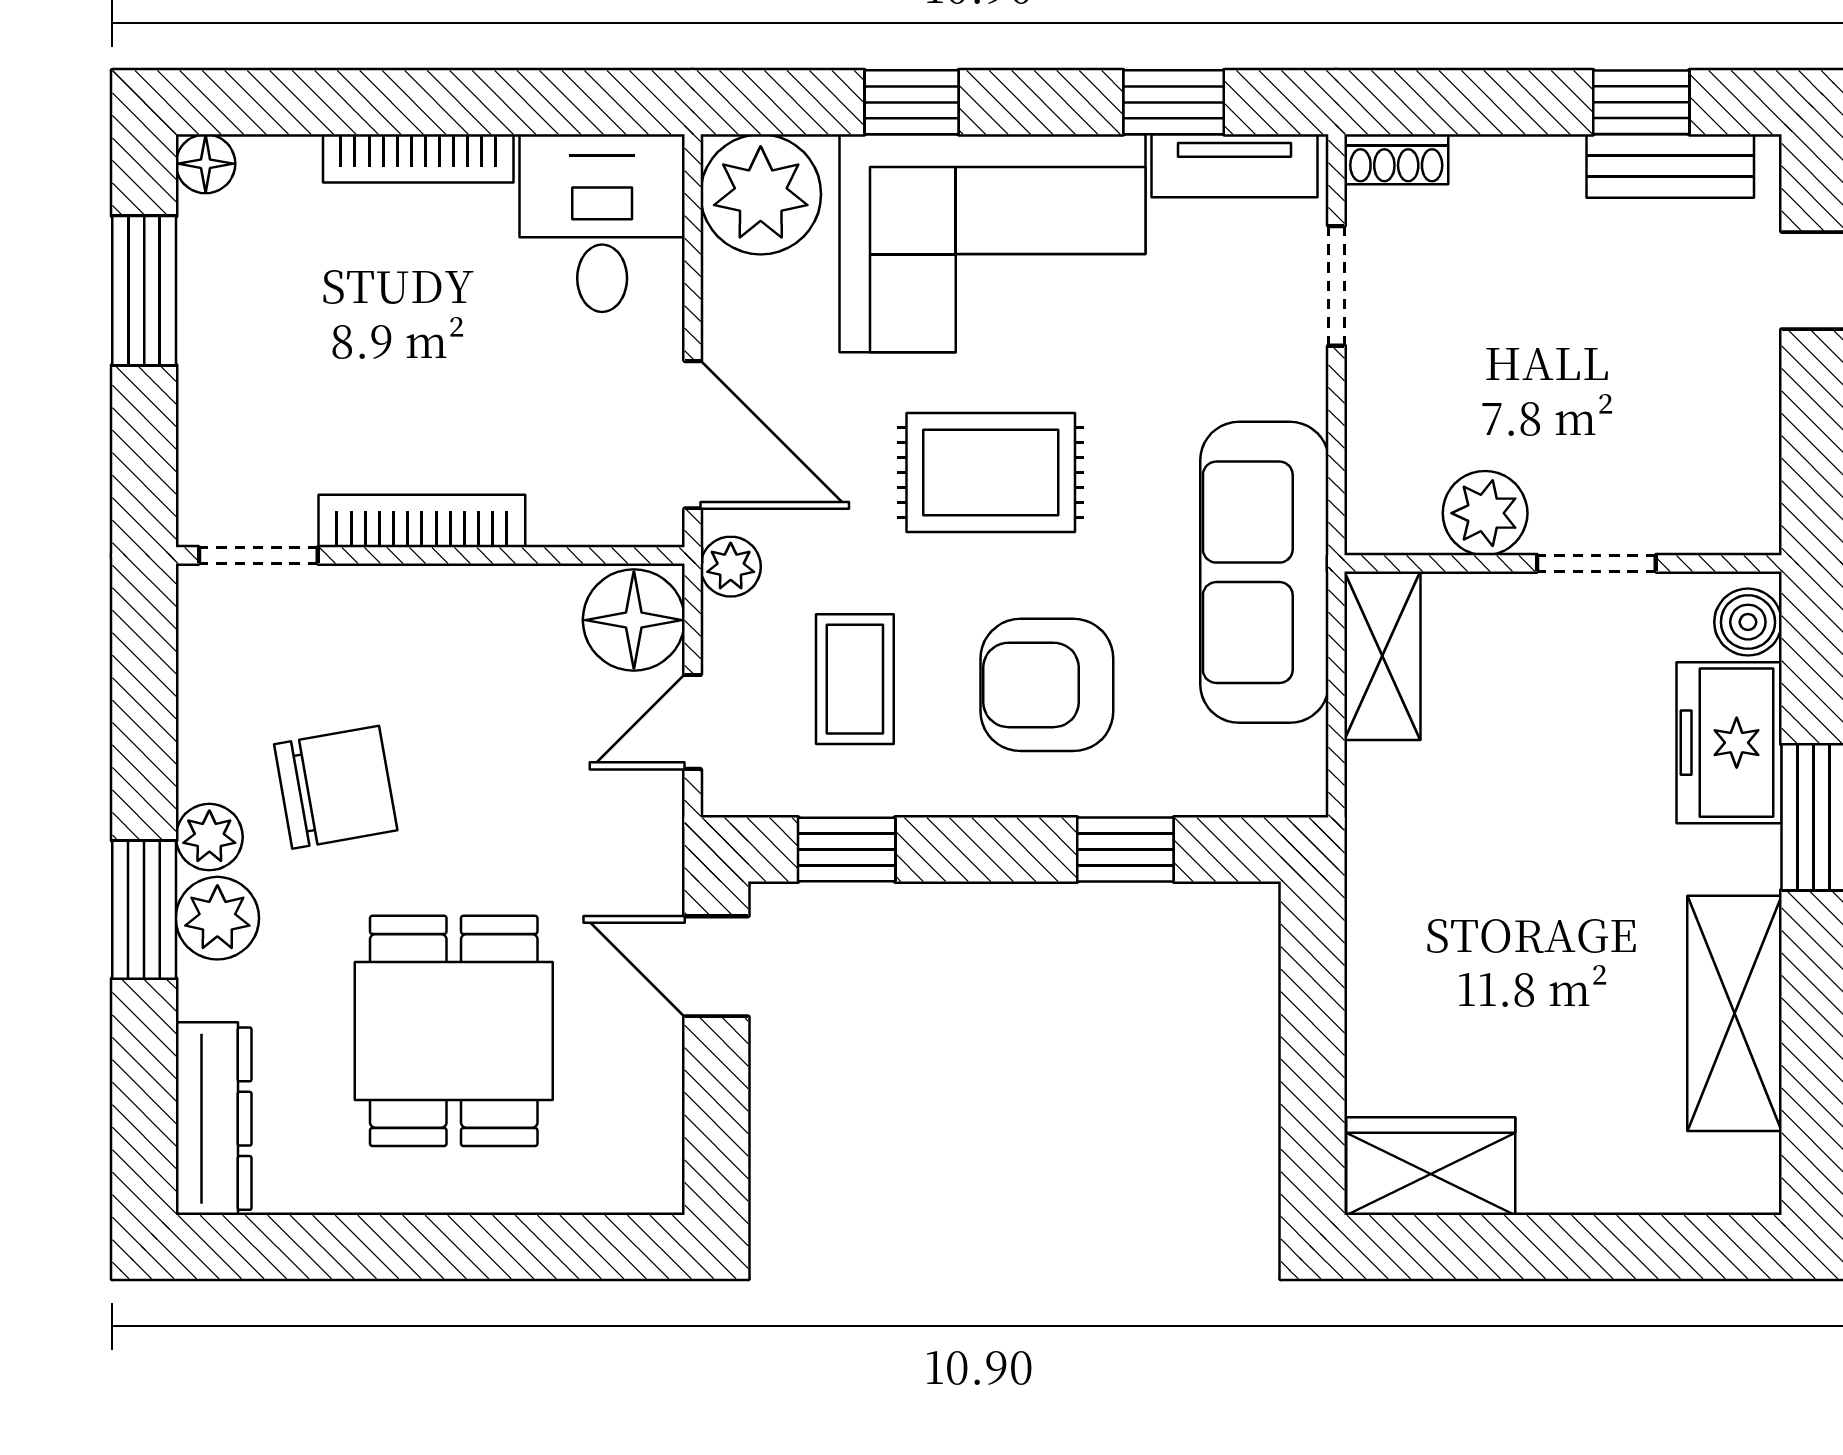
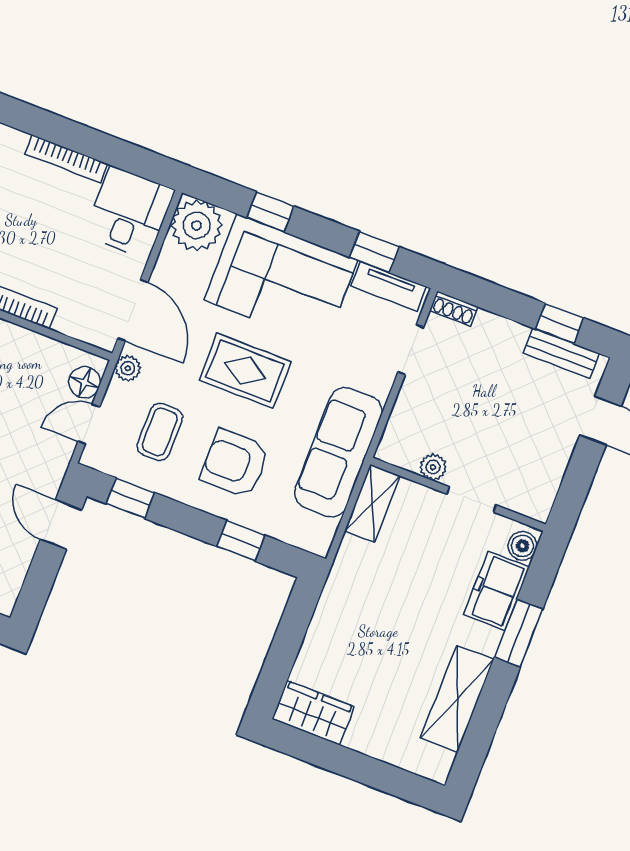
plant: (1485, 513) -> (433, 467), width x0.73, depth x0.73
floor lamp: (634, 620) -> (85, 382), width x0.73, depth x0.73

